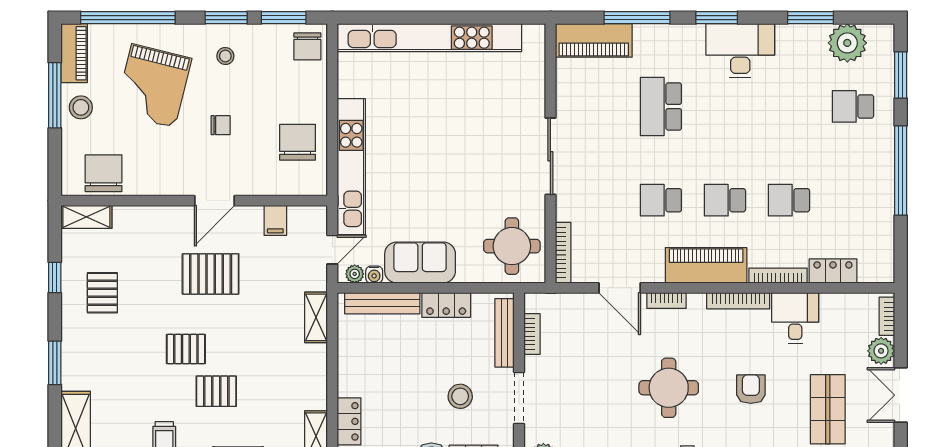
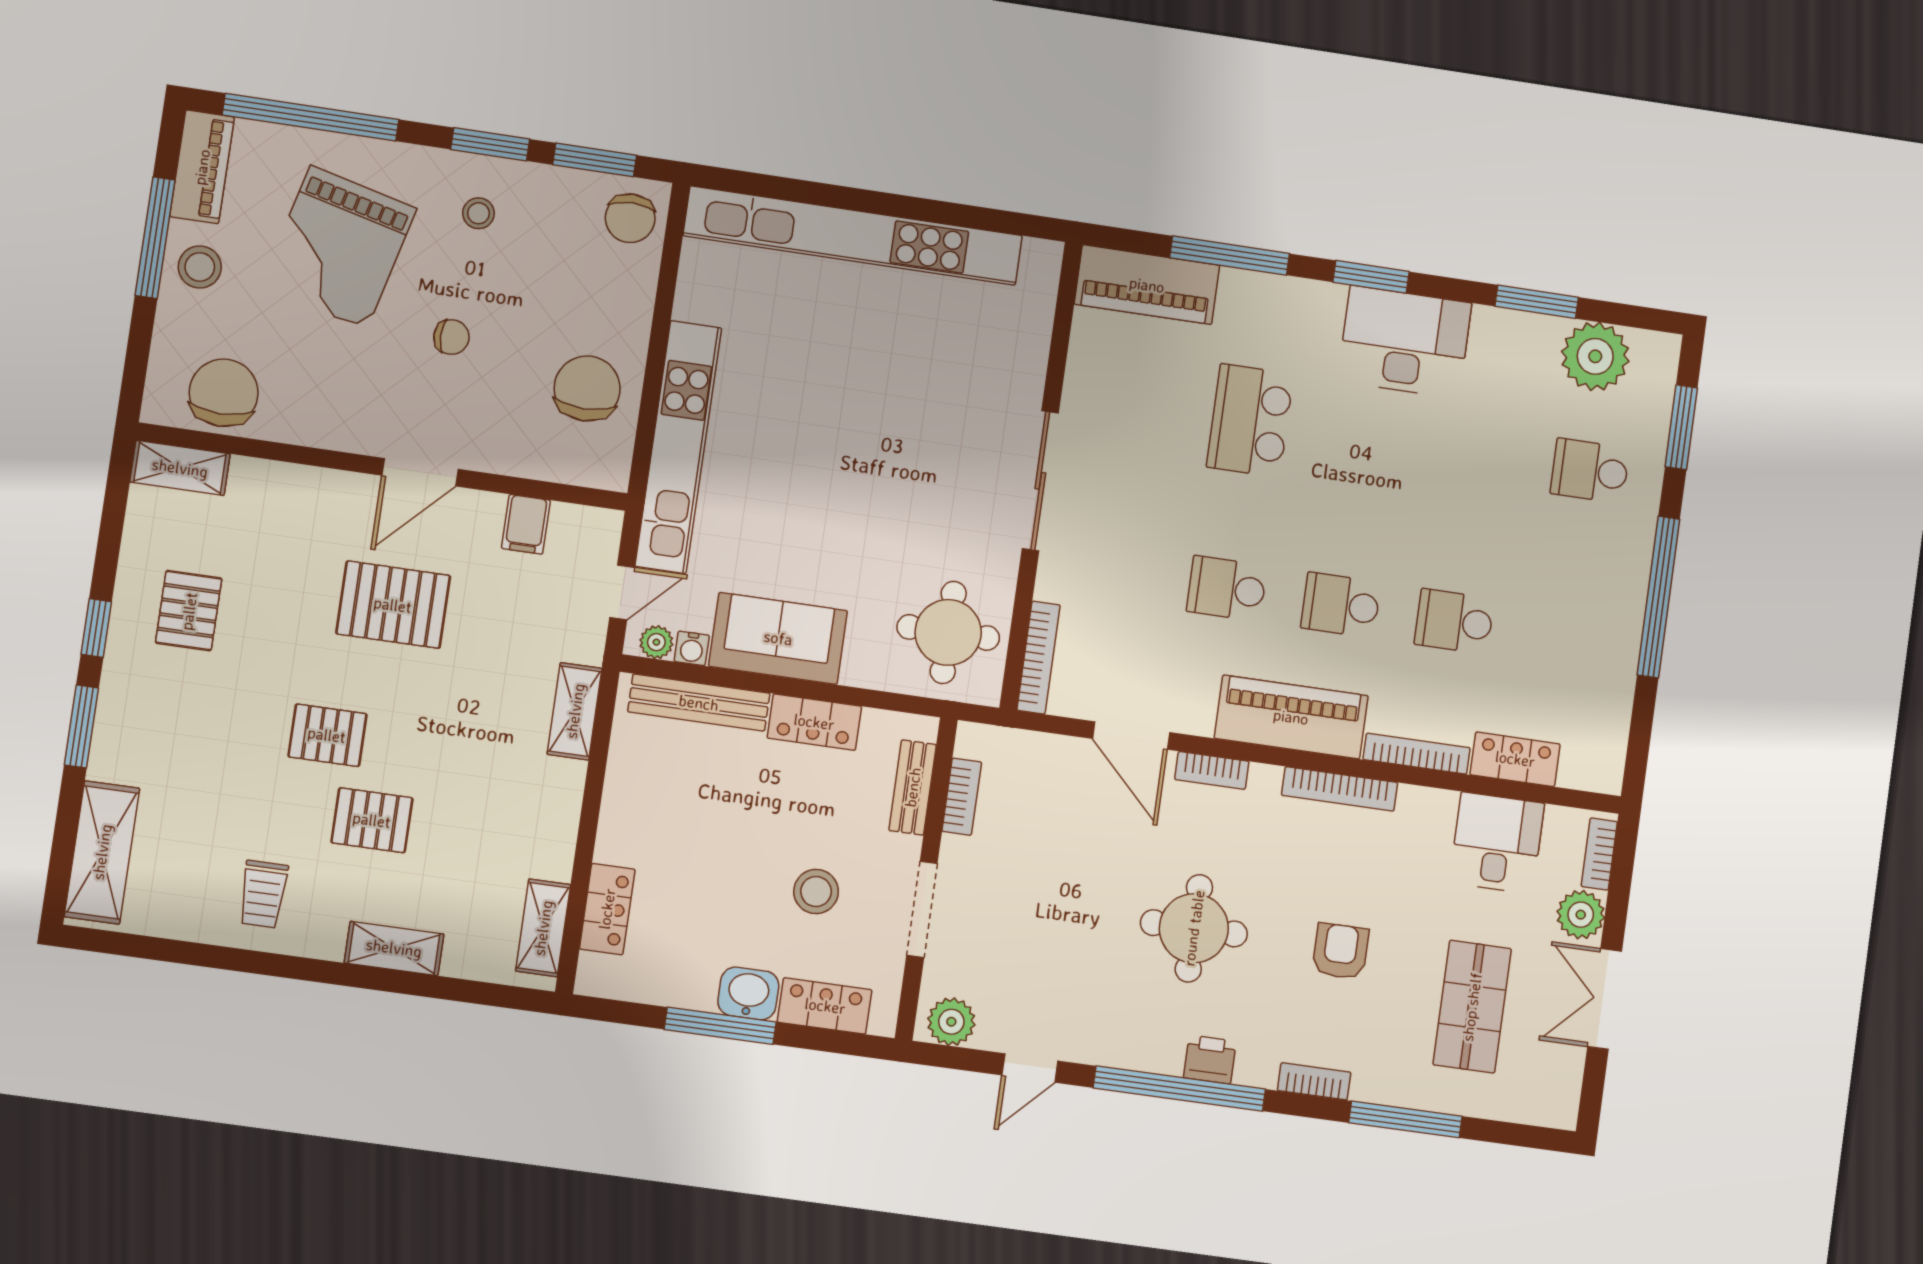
window: (55, 277) -> (96, 628), moved
desk: (795, 318) -> (1497, 843), moved
bench: (504, 333) -> (913, 787), width x0.73

